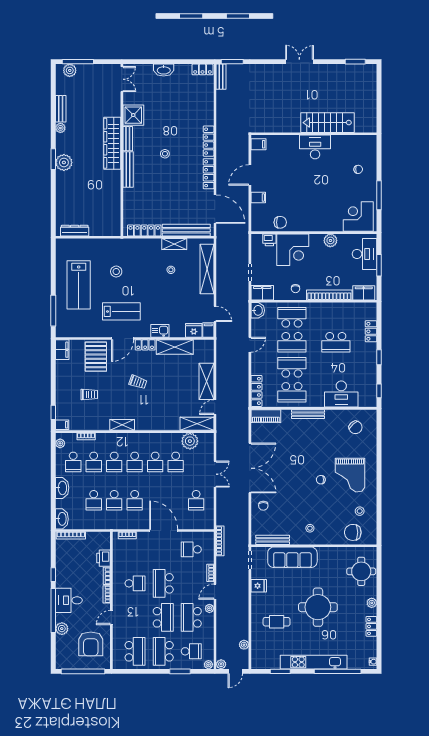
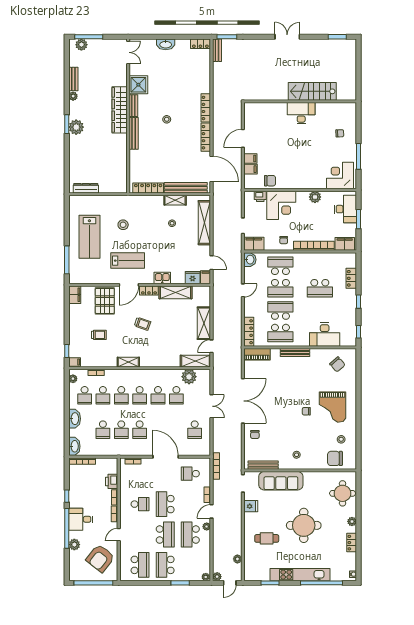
filing cabinet: (258, 144) -> (250, 169), moved
armchair: (91, 644) -> (100, 558), turned 38
school desk: (191, 651) -> (190, 565), removed

